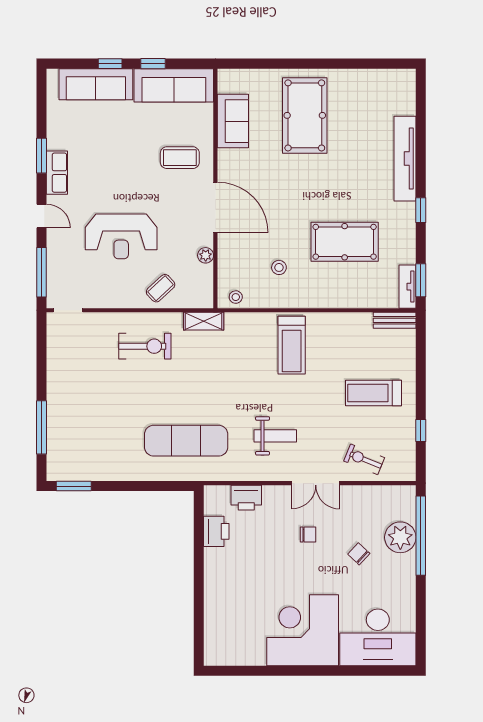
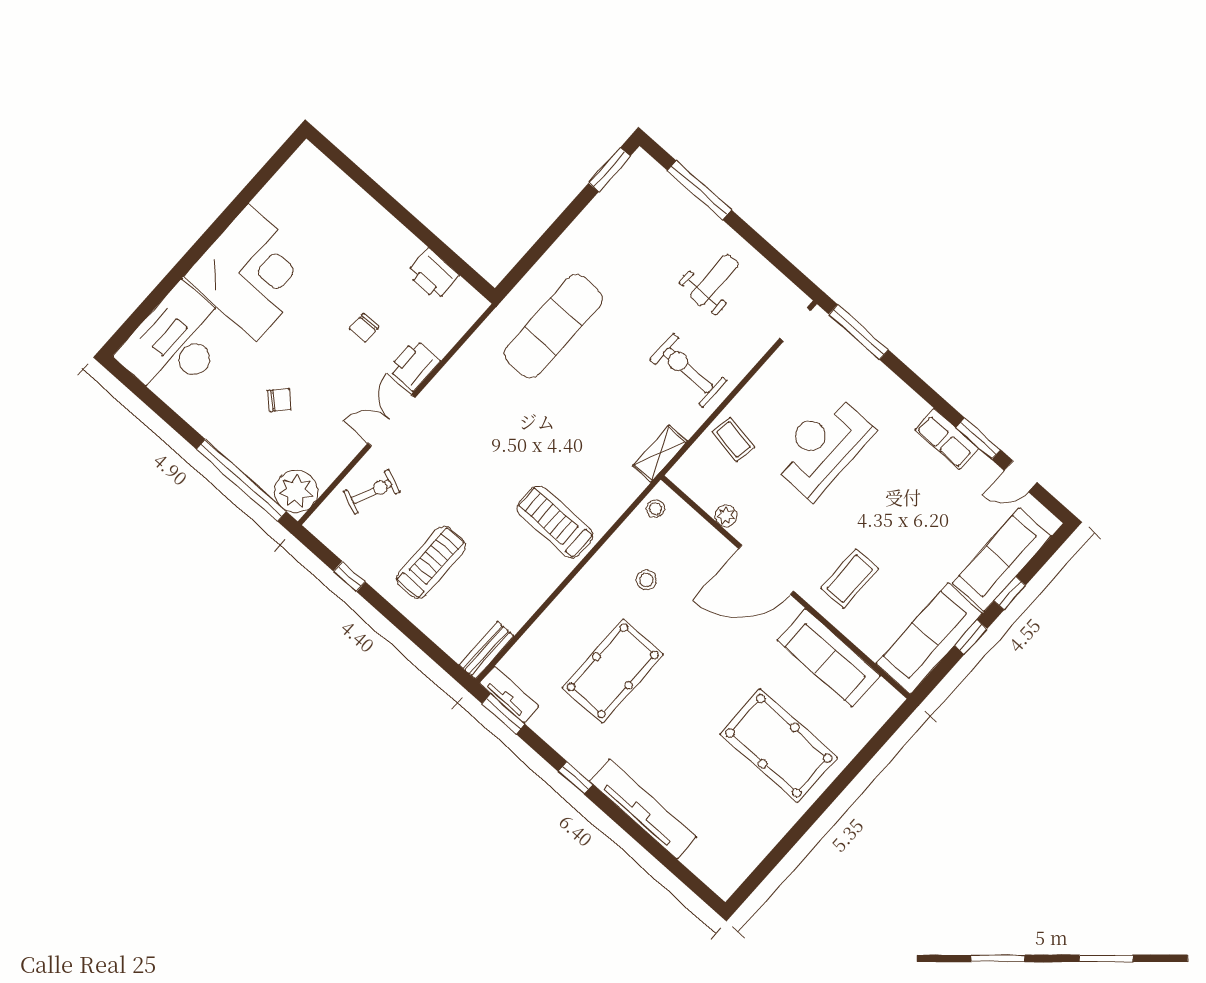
sofa: (233, 121) -> (829, 658), width x1.36
door: (42, 216) -> (1021, 476), moved
coffee table: (161, 288) -> (733, 440), turned -38
exercise bike: (145, 346) -> (688, 370), turned 90
weight bench: (275, 436) -> (714, 280), moved, turned 180
printer: (246, 498) -> (414, 365), moved
chair: (308, 535) -> (364, 328), moved
plant: (400, 537) -> (296, 491), moved

